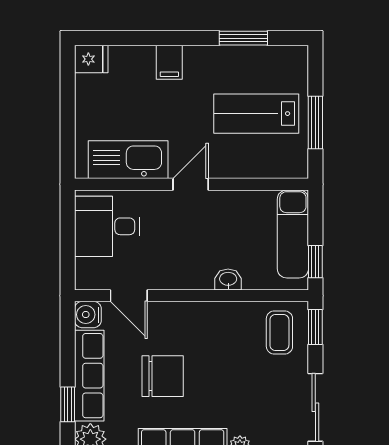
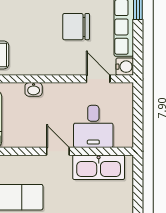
door: (191, 184) -> (58, 151), swing flipped
desk: (107, 226) -> (93, 126), moved, turned 90

